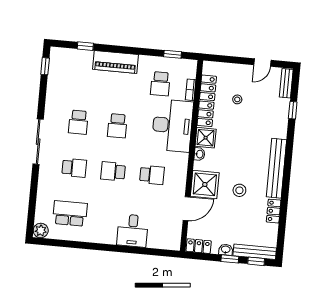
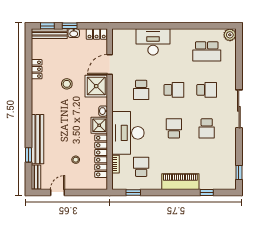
school desk: (78, 122) -> (207, 128), turned 180
school desk: (74, 168) -> (207, 90), turned 180
bench: (276, 168) -> (38, 139), moved
school desk: (152, 175) -> (141, 90), turned -90
desk: (133, 231) -> (153, 42), width x1.37

